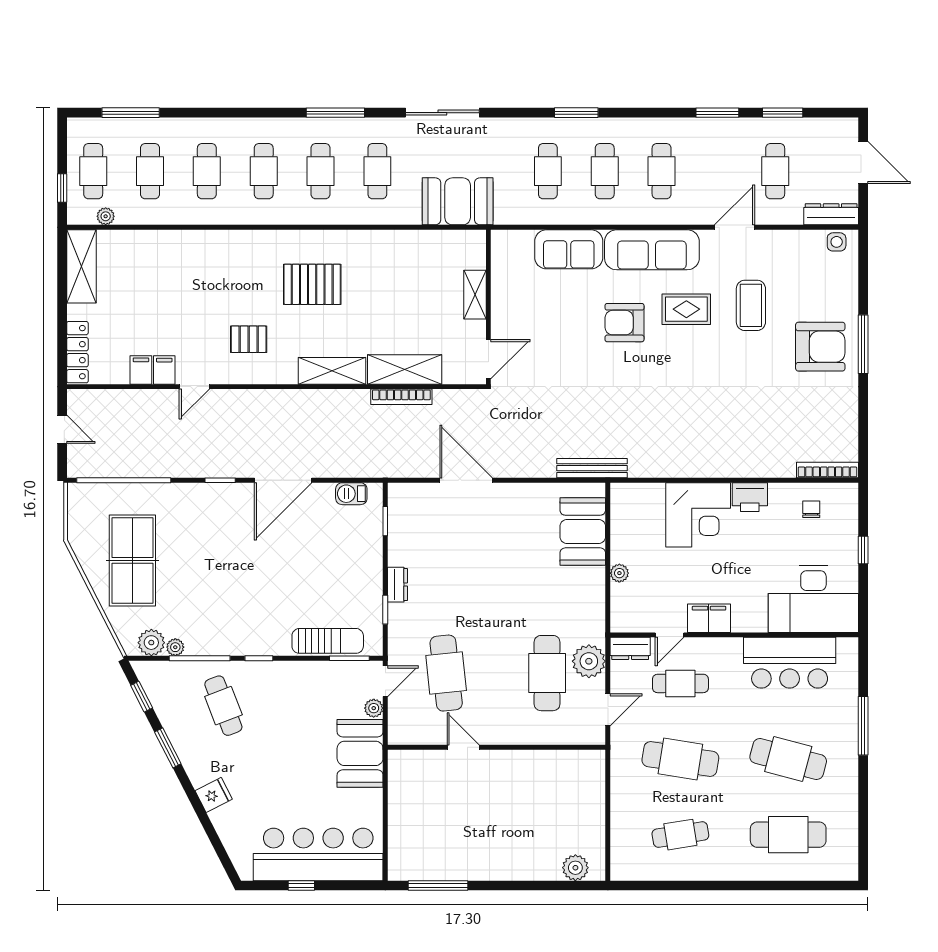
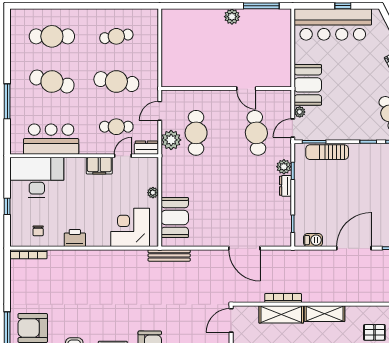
corner desk: (698, 515) -> (130, 227), moved
plant: (400, 616) -> (284, 167), added
plant: (575, 868) -> (232, 17), moved

